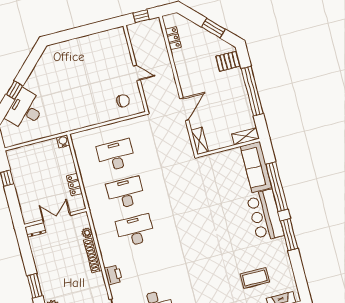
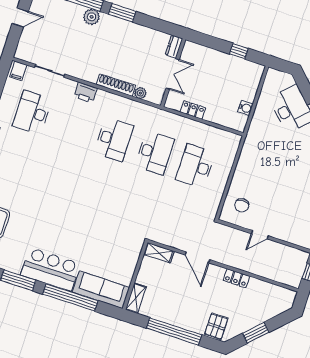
locker: (173, 38) -> (236, 278), moved
water cooler: (63, 141) -> (245, 108), moved
desk: (116, 155) -> (195, 166), turned 180

